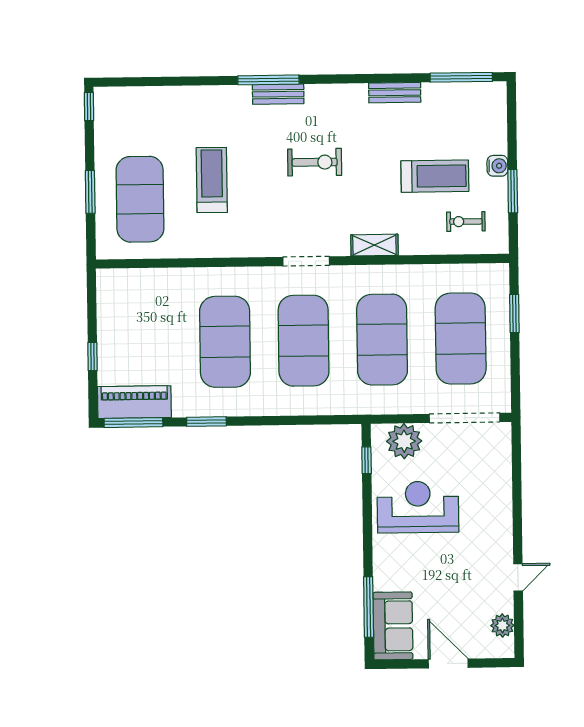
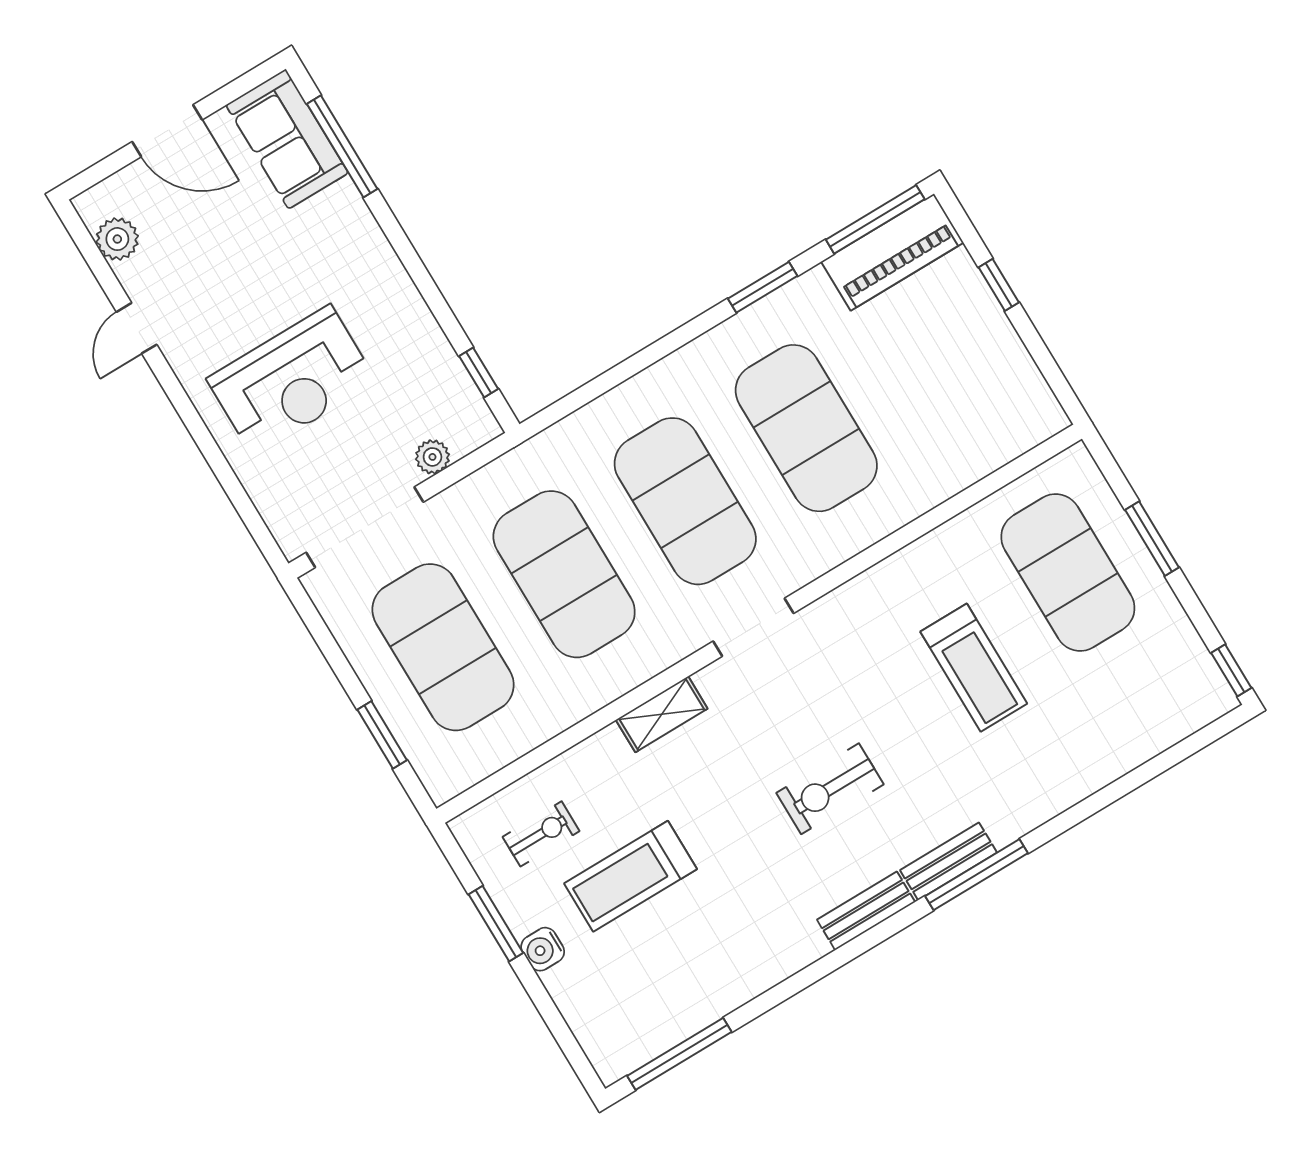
bench: (395, 93) -> (866, 911), moved
plant: (404, 441) -> (432, 457), width x0.53, depth x0.53
reception desk: (418, 507) -> (292, 380), moved

